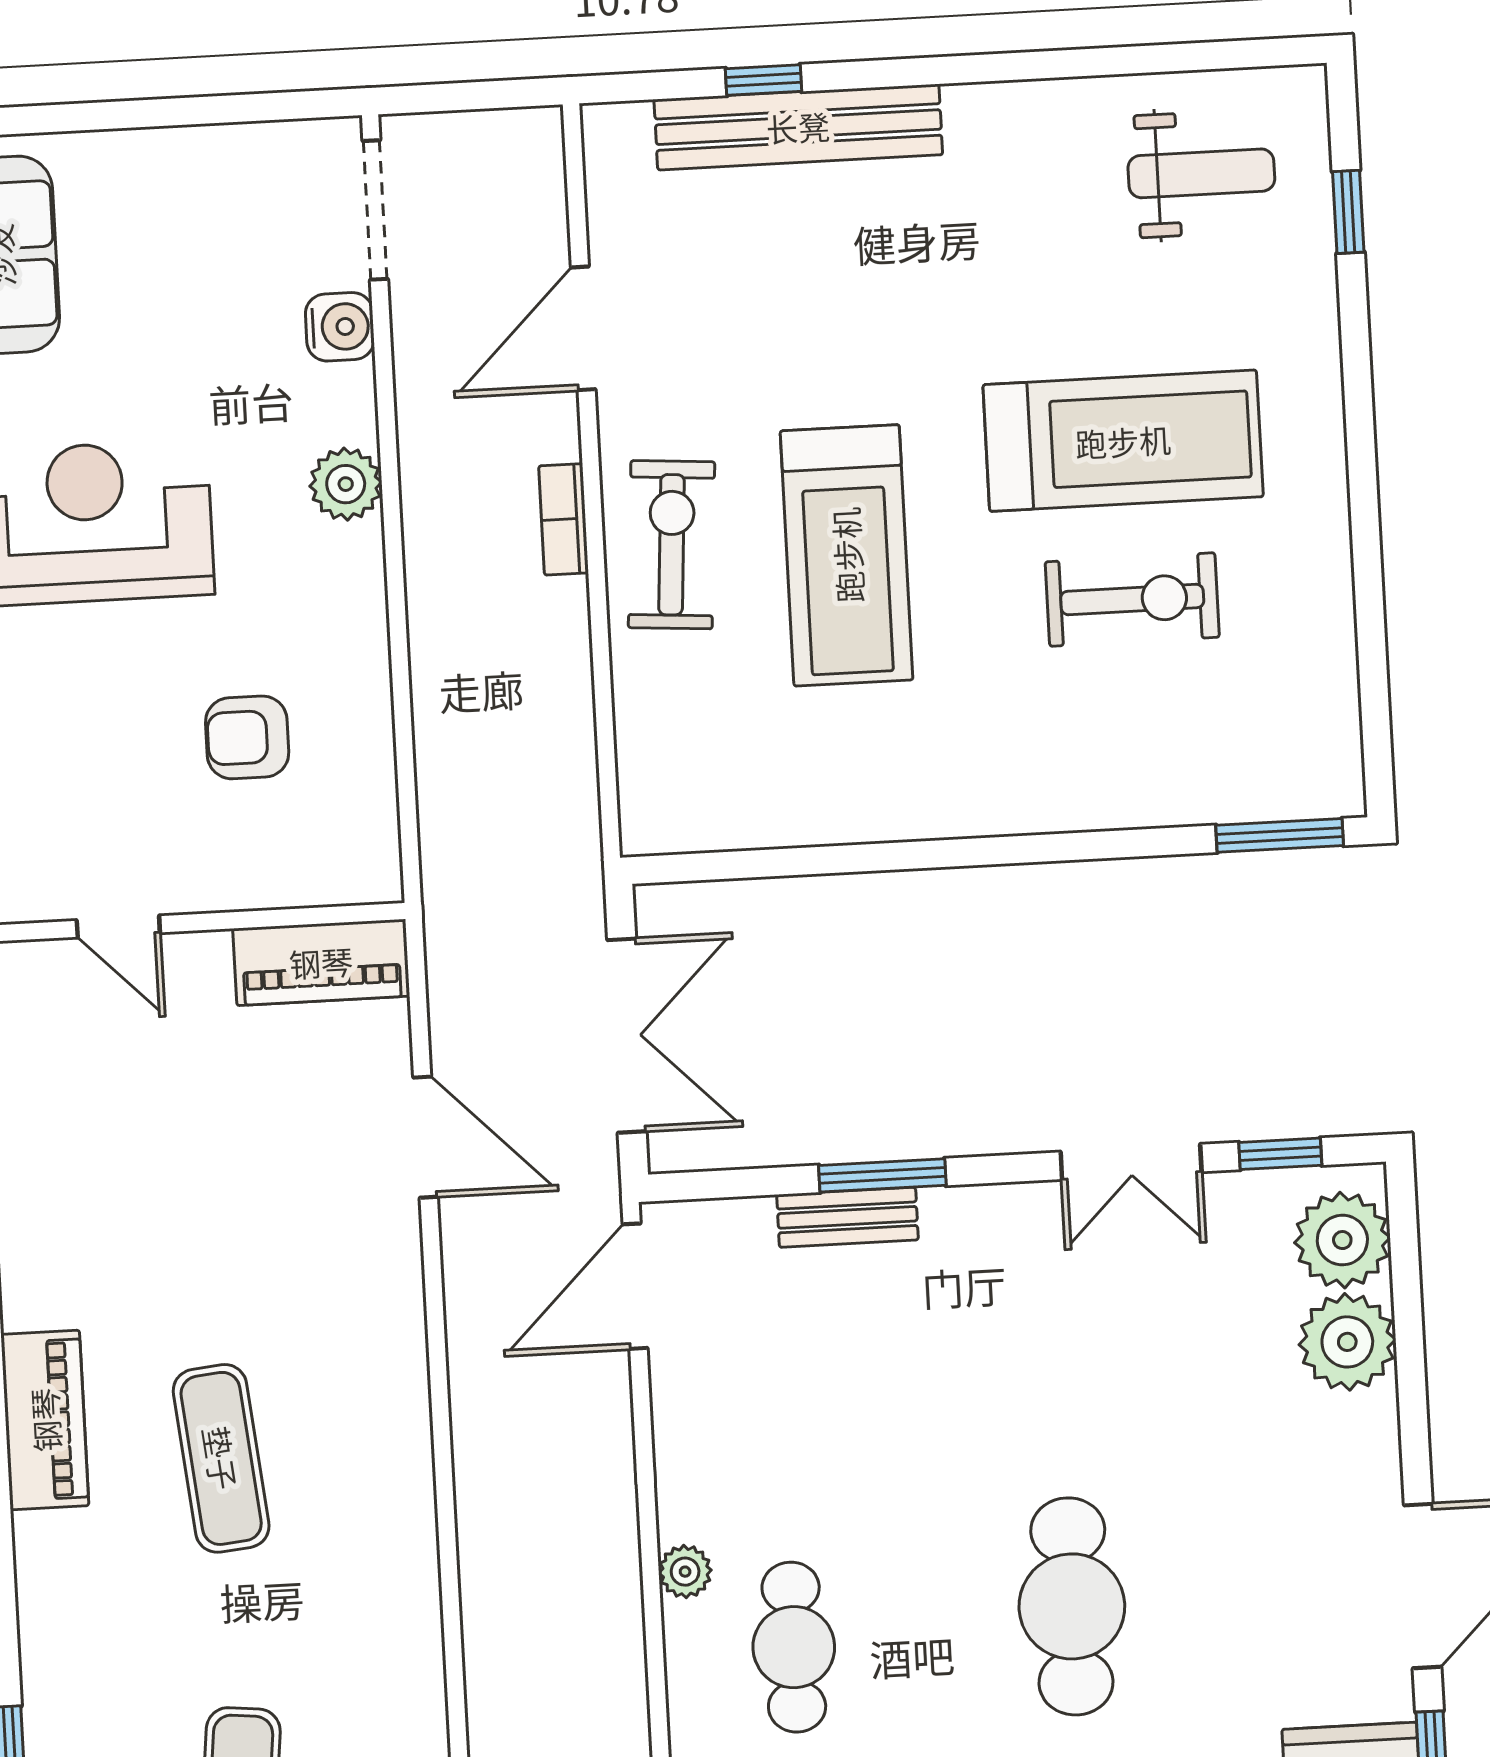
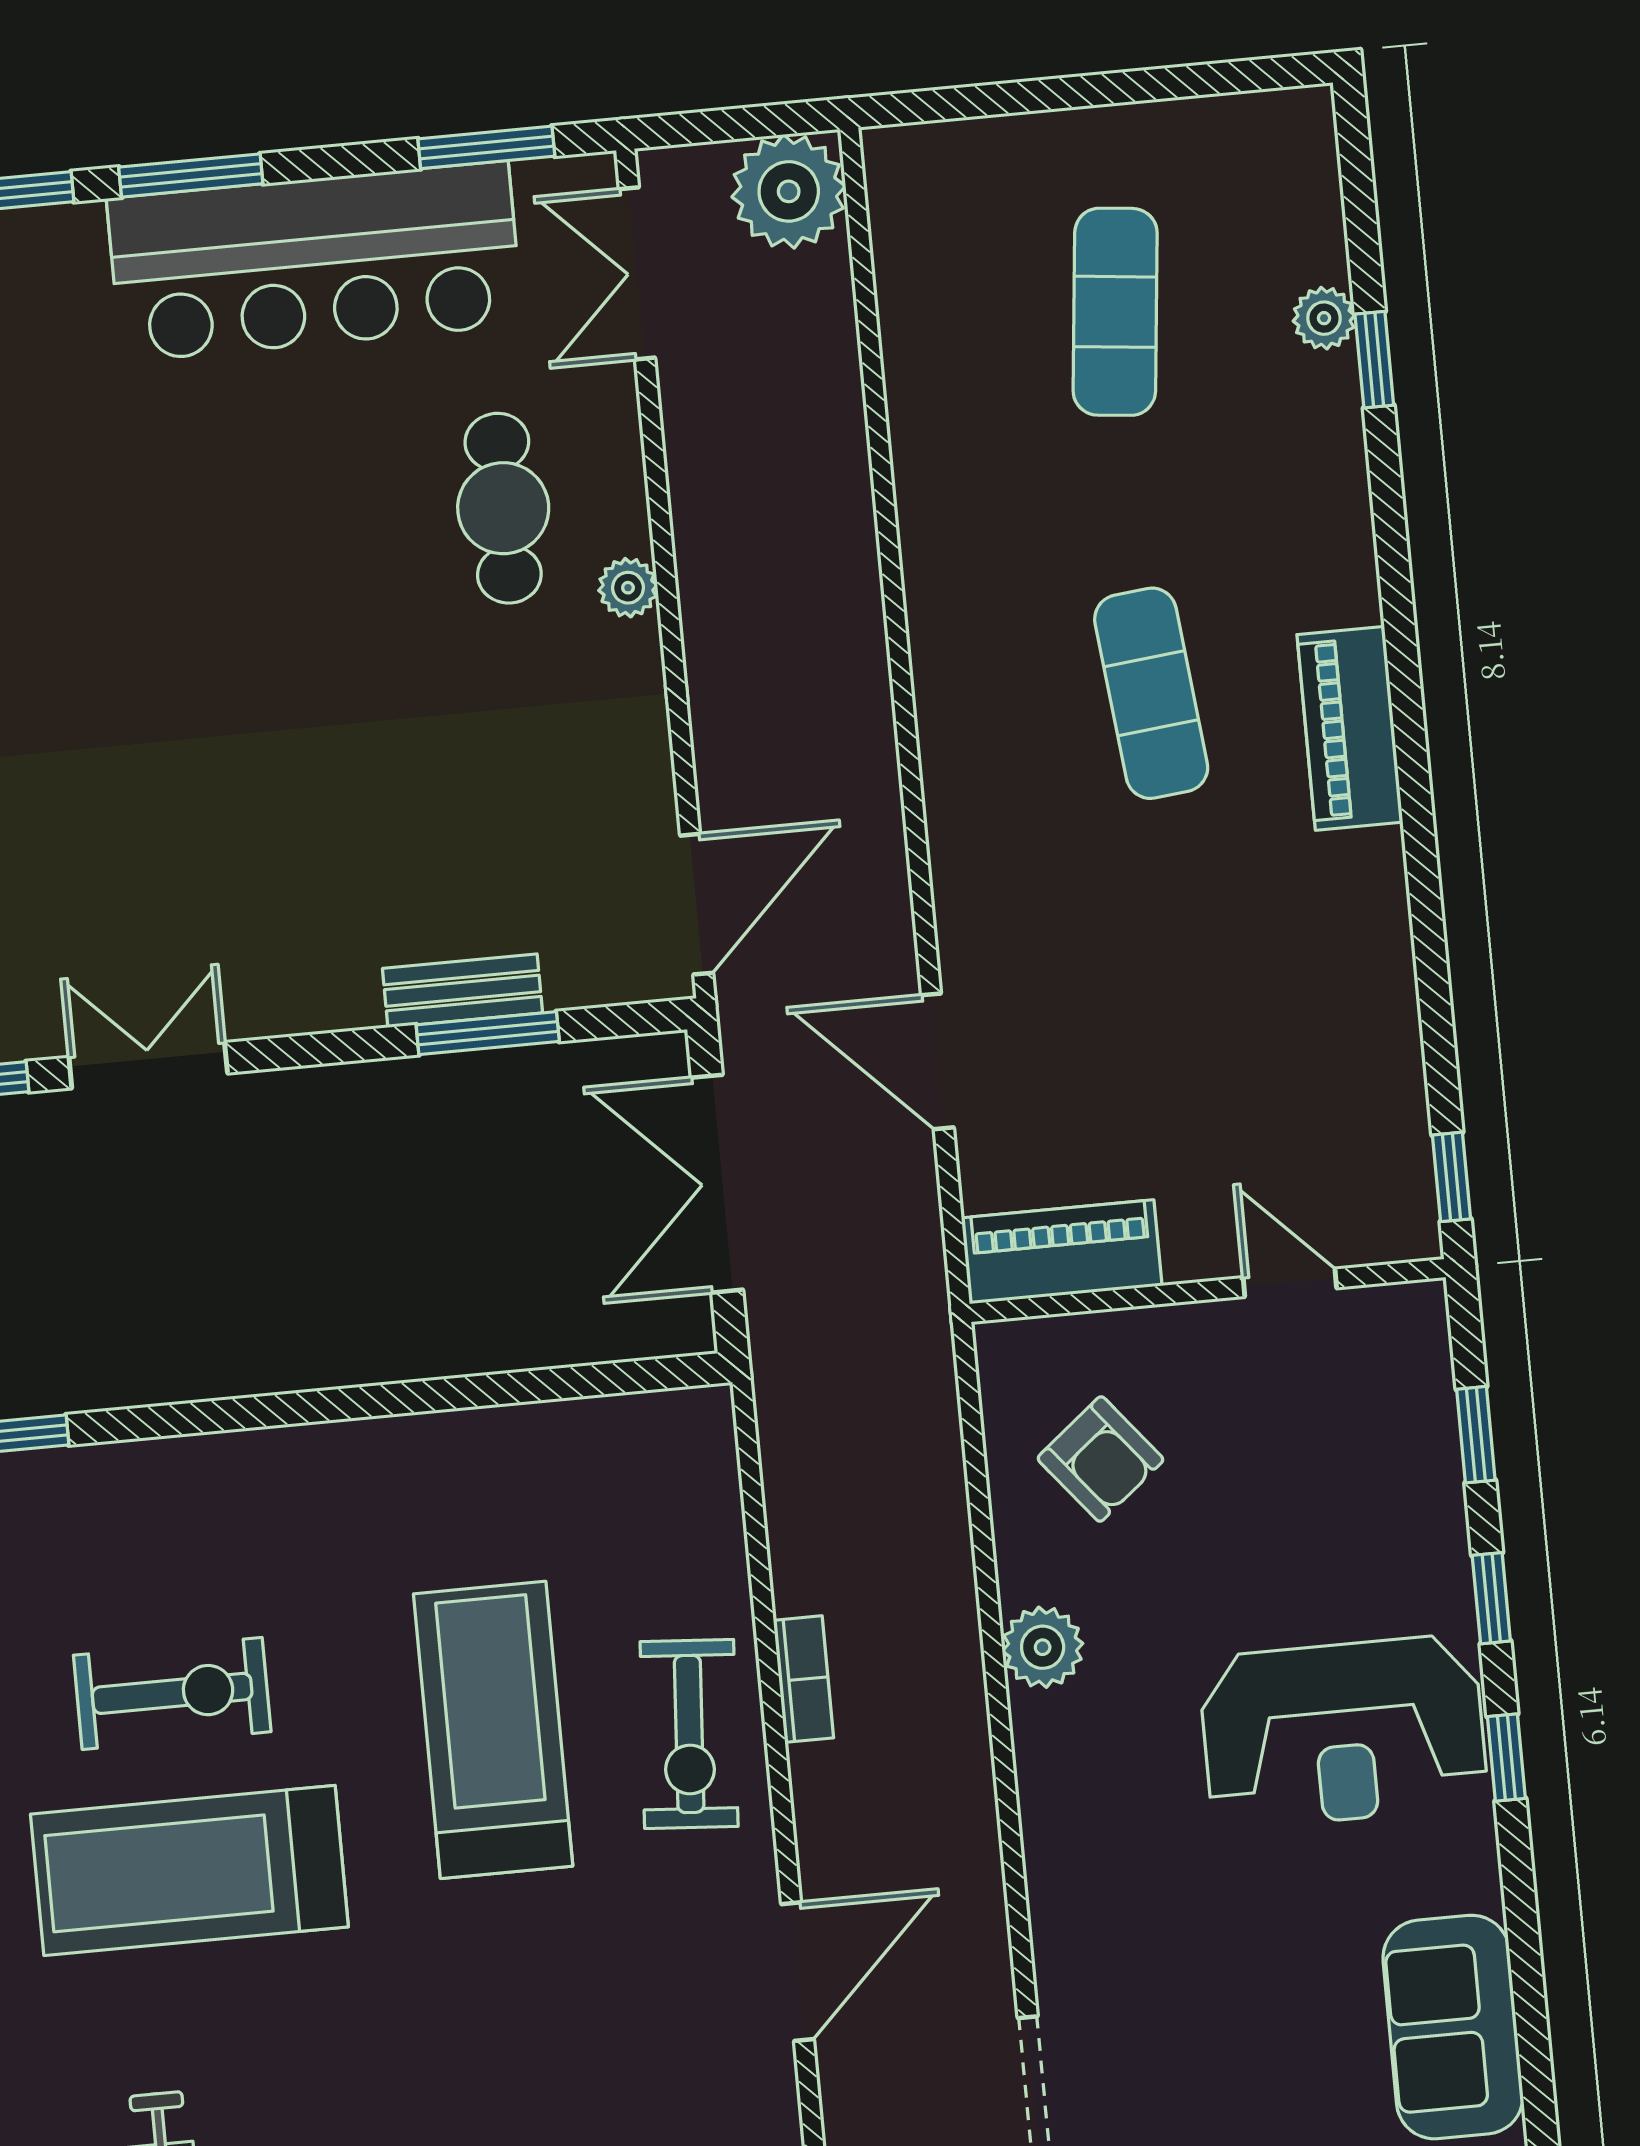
water cooler: (340, 327) -> (1069, 1963), removed
plant: (346, 484) -> (1043, 1647), moved
bookcase: (564, 519) -> (804, 1679), moved
exercise bike: (1132, 599) -> (172, 1693), turned 180
armchair: (247, 737) -> (1100, 1459), moved, turned 51
window: (882, 1175) -> (488, 1033), moved
cafe table: (1072, 1606) -> (194, 566), removed

